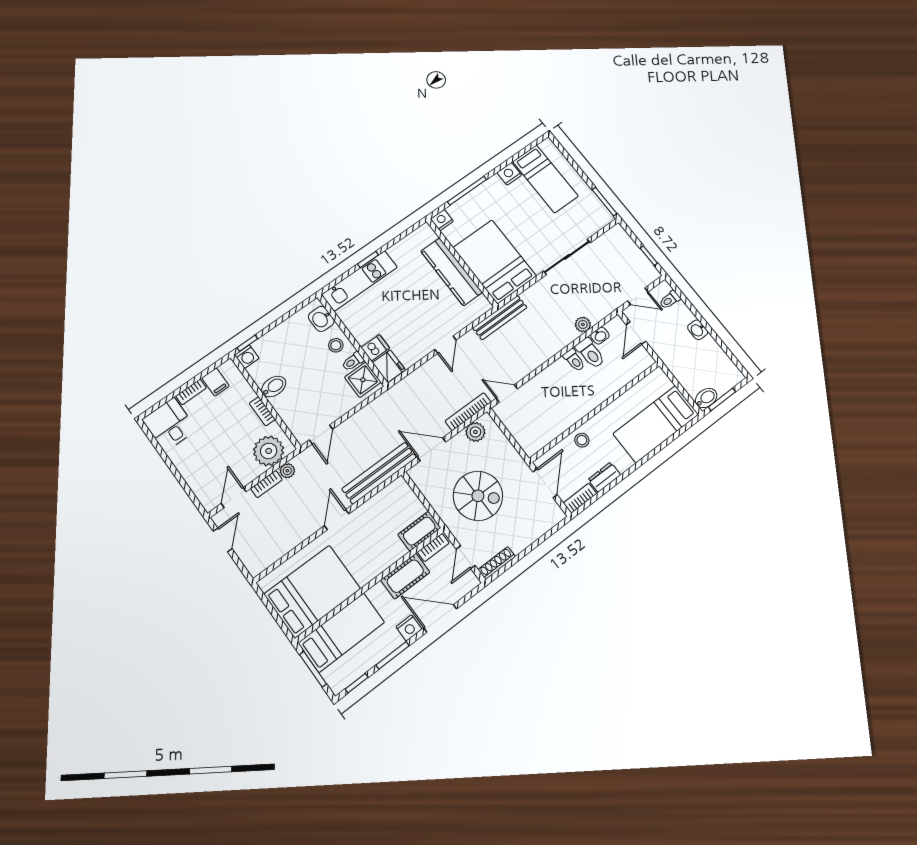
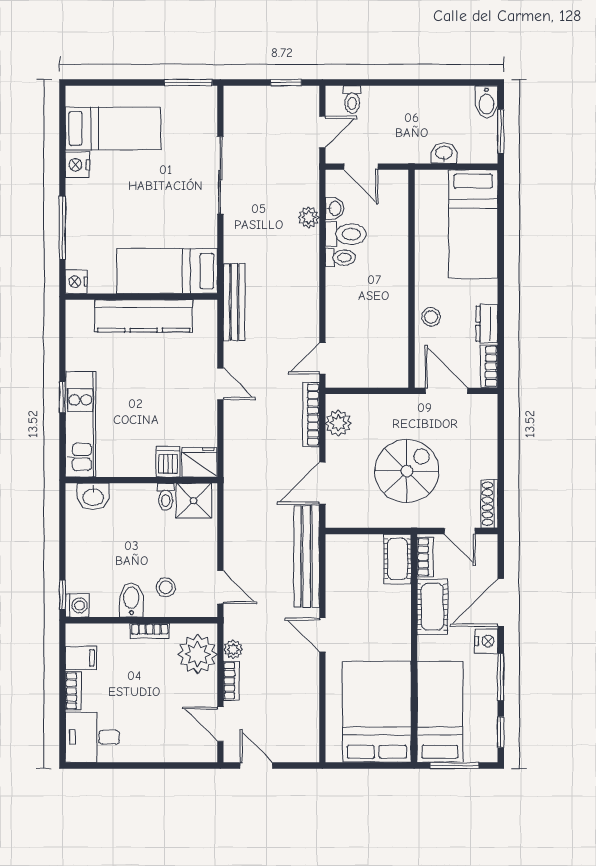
bed: (495, 262) -> (167, 271), width x0.67
washbasin: (698, 330) -> (444, 153), moved, turned 180
stool: (336, 345) -> (166, 587), moved
bidet: (706, 398) -> (486, 102), moved, turned 180

